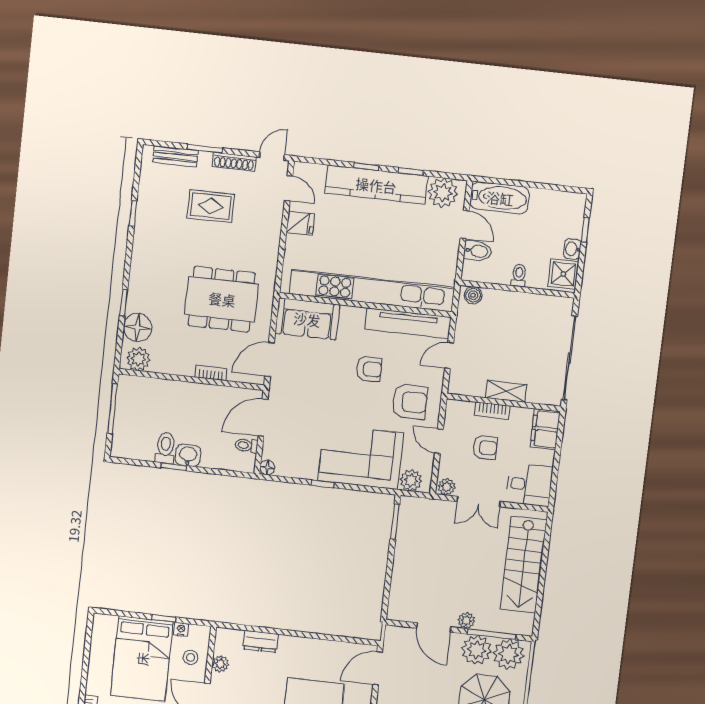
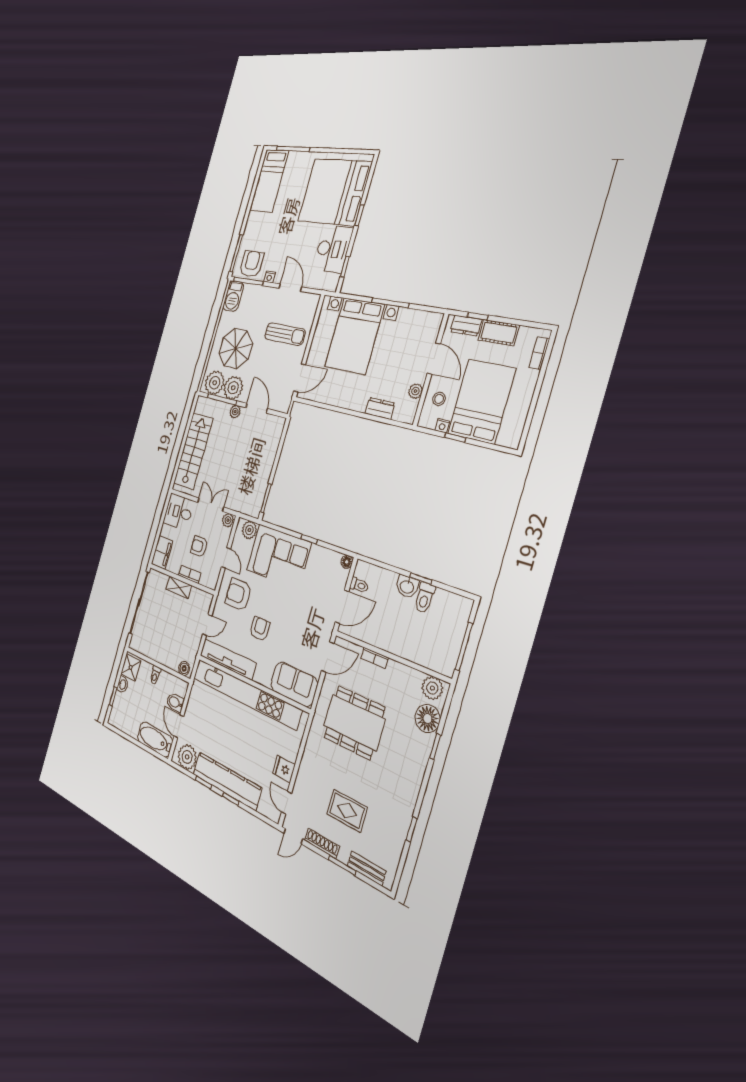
armchair: (369, 369) -> (260, 629), turned 90

